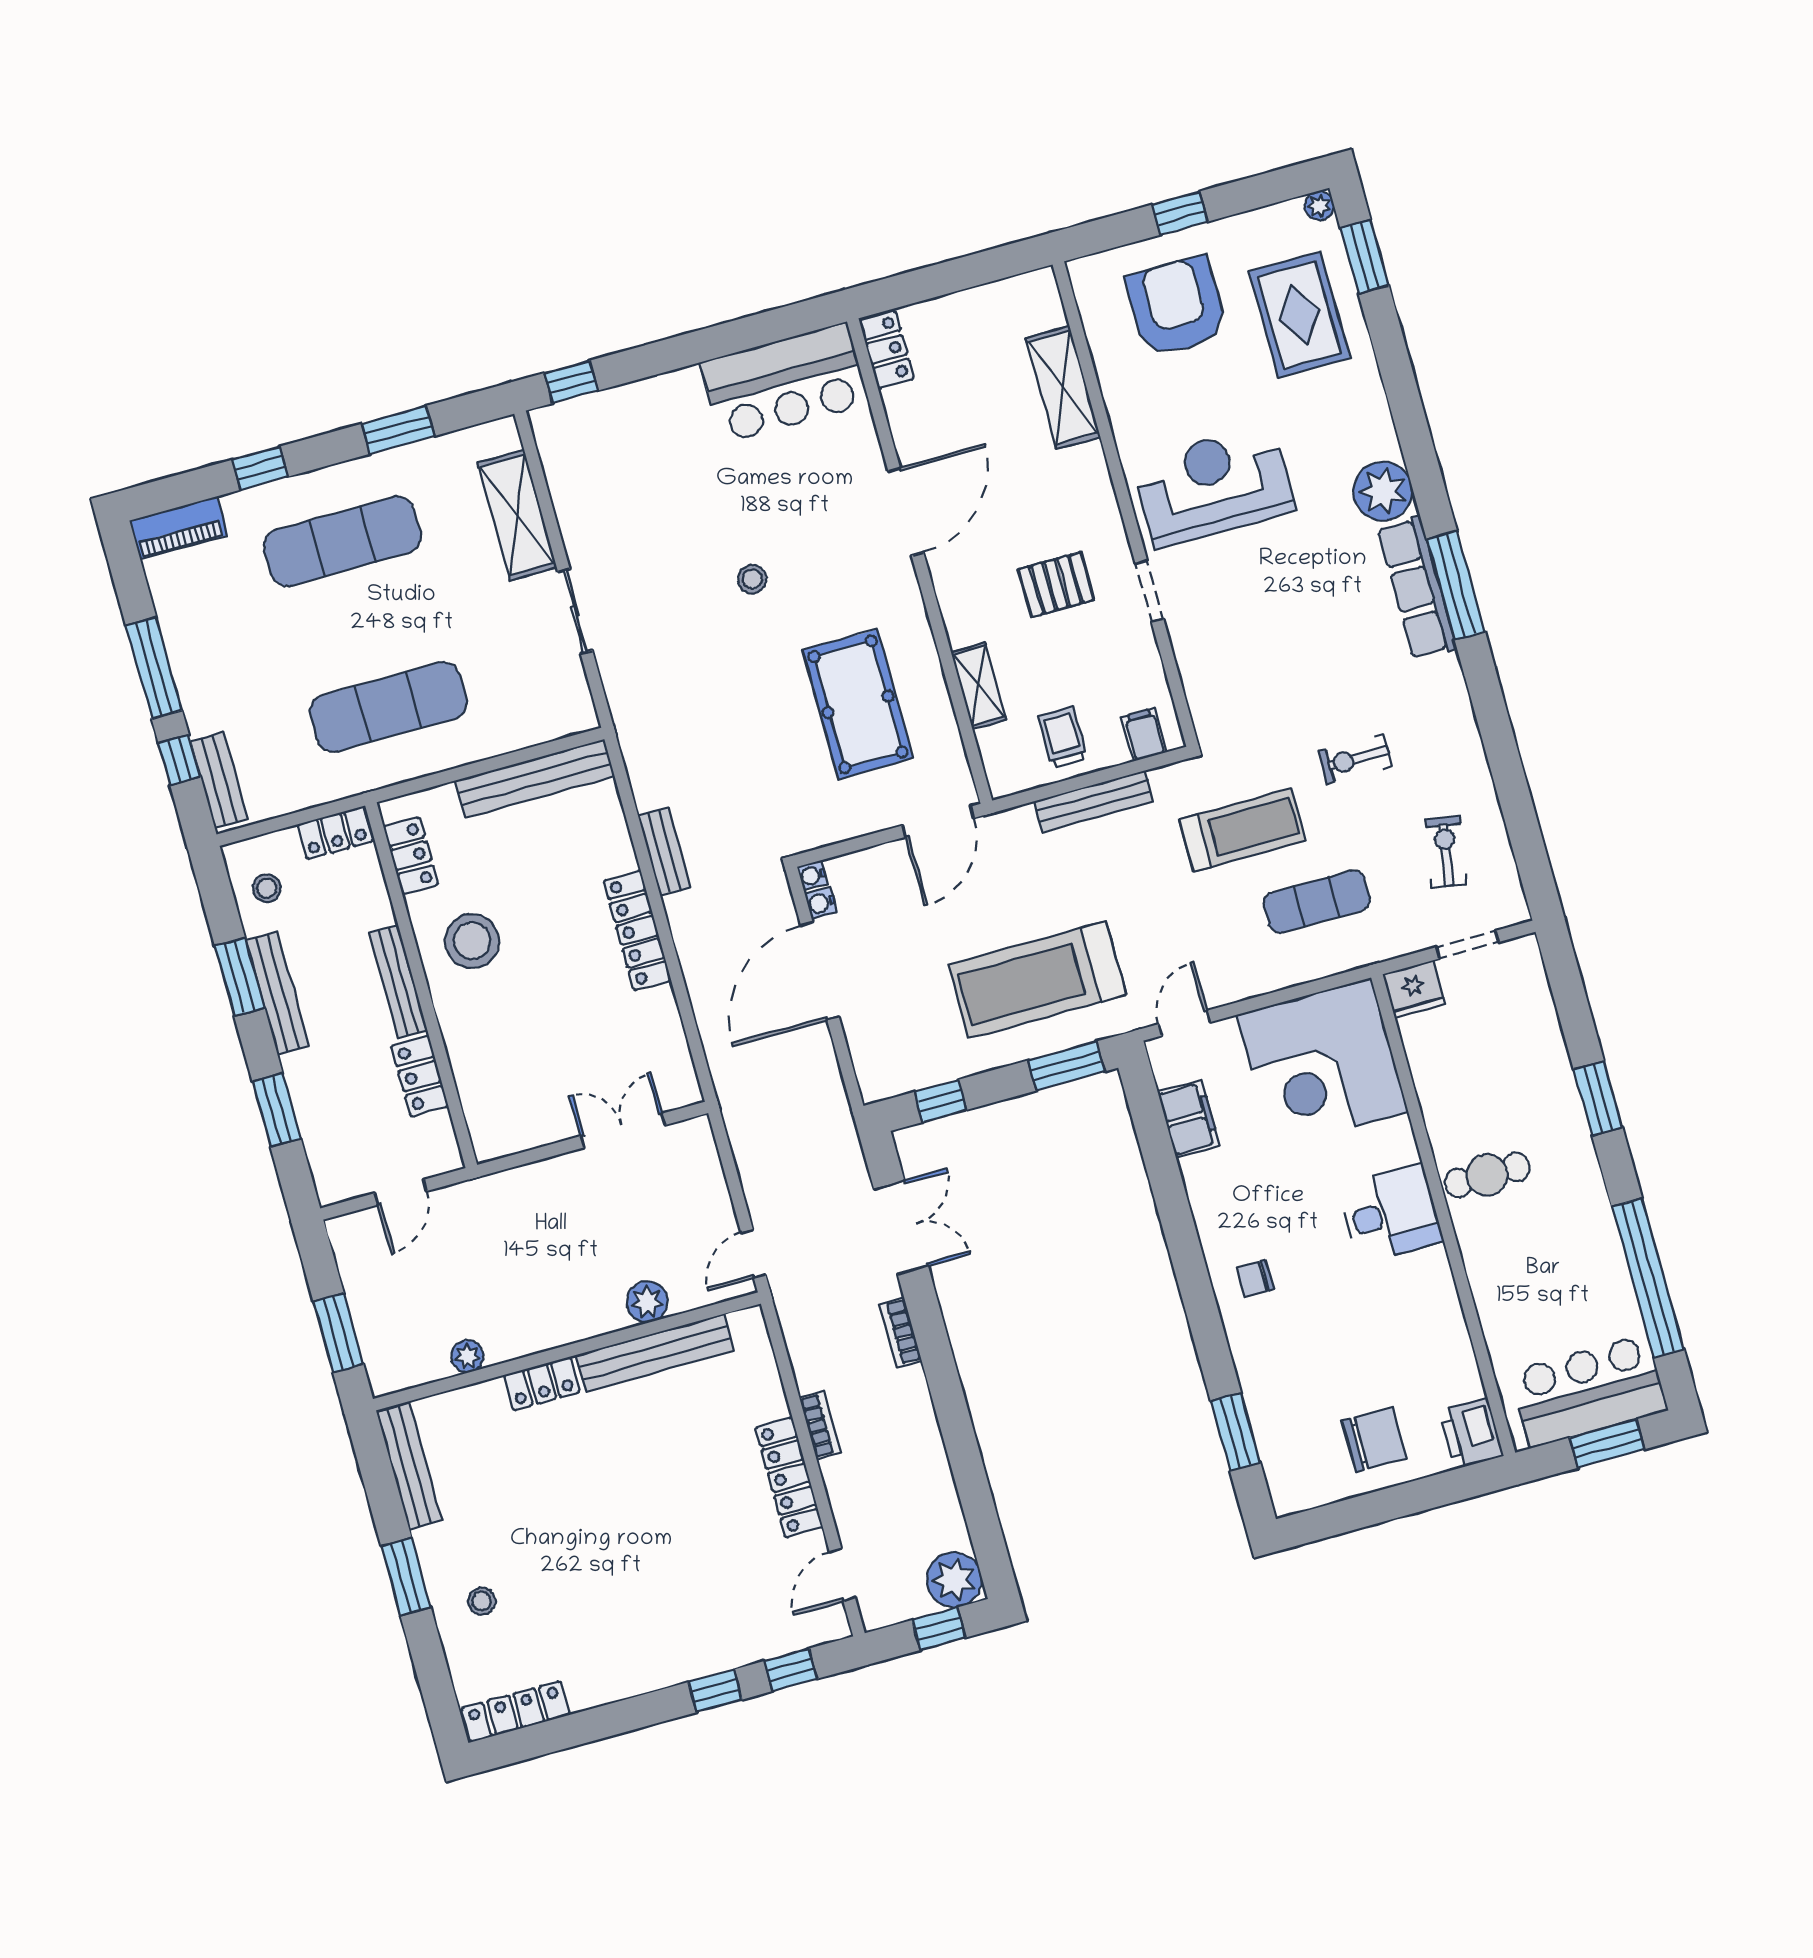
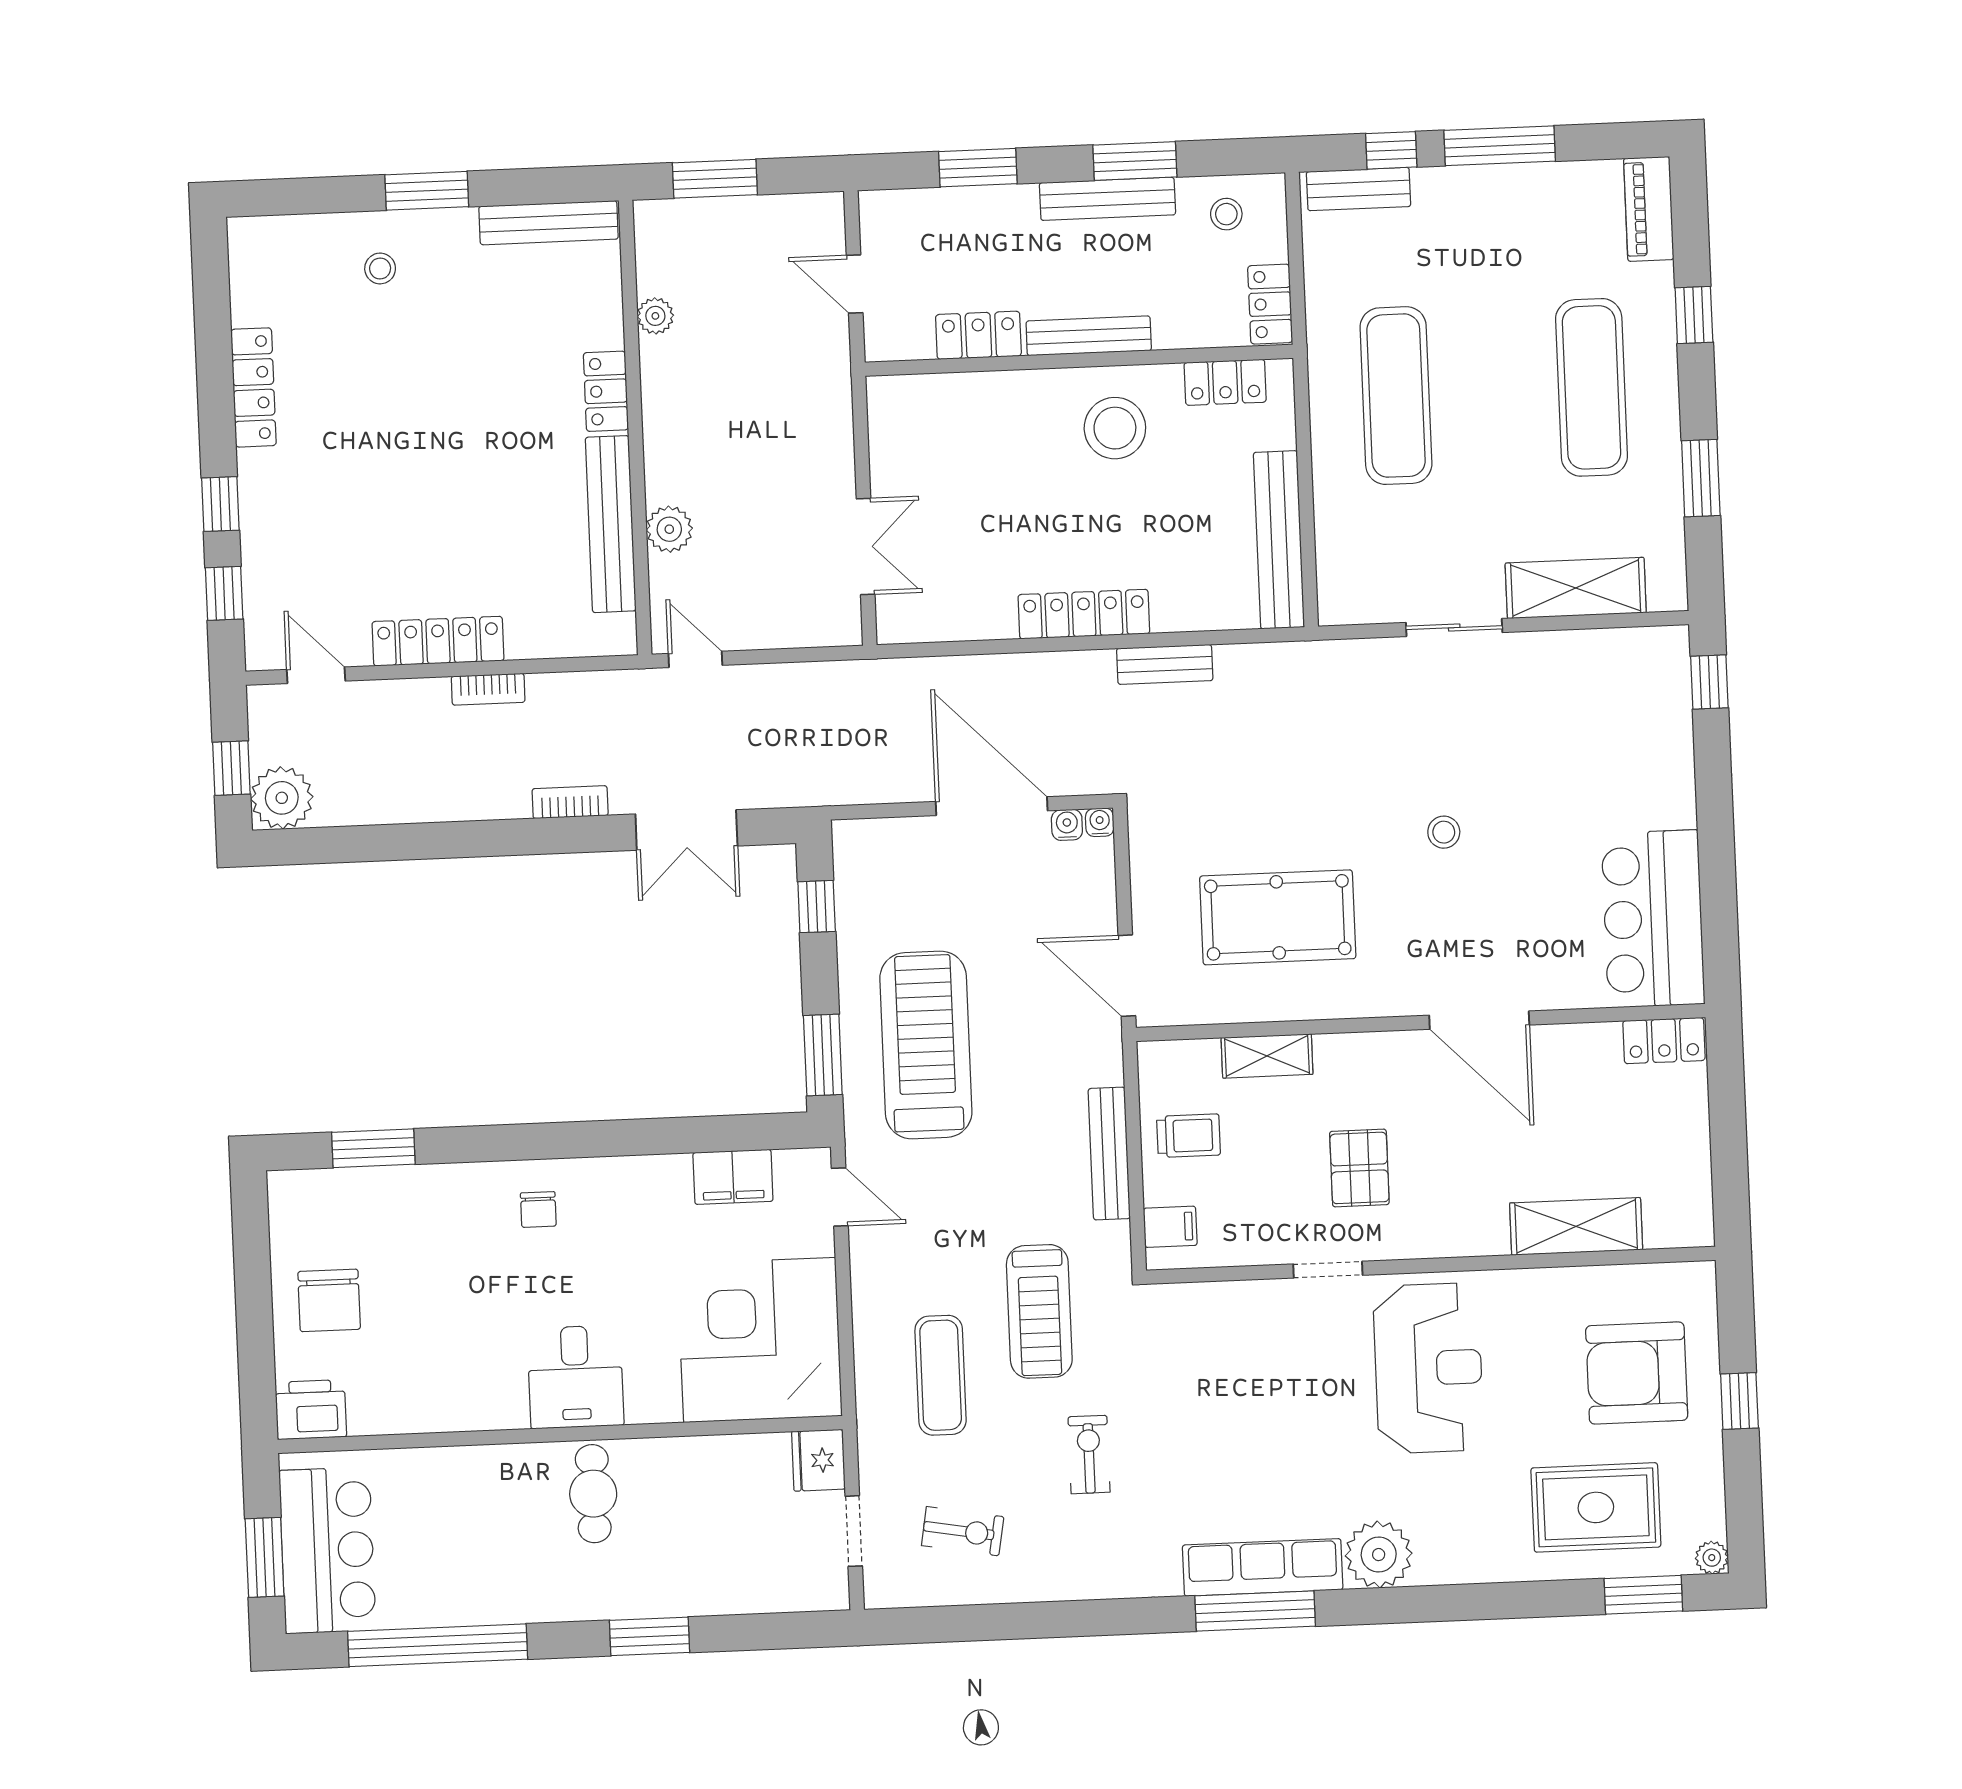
armchair: (1176, 307) -> (1637, 1373), turned 180
chair: (1255, 1279) -> (538, 1210), turned 180
locker: (516, 1712) -> (254, 387), moved

